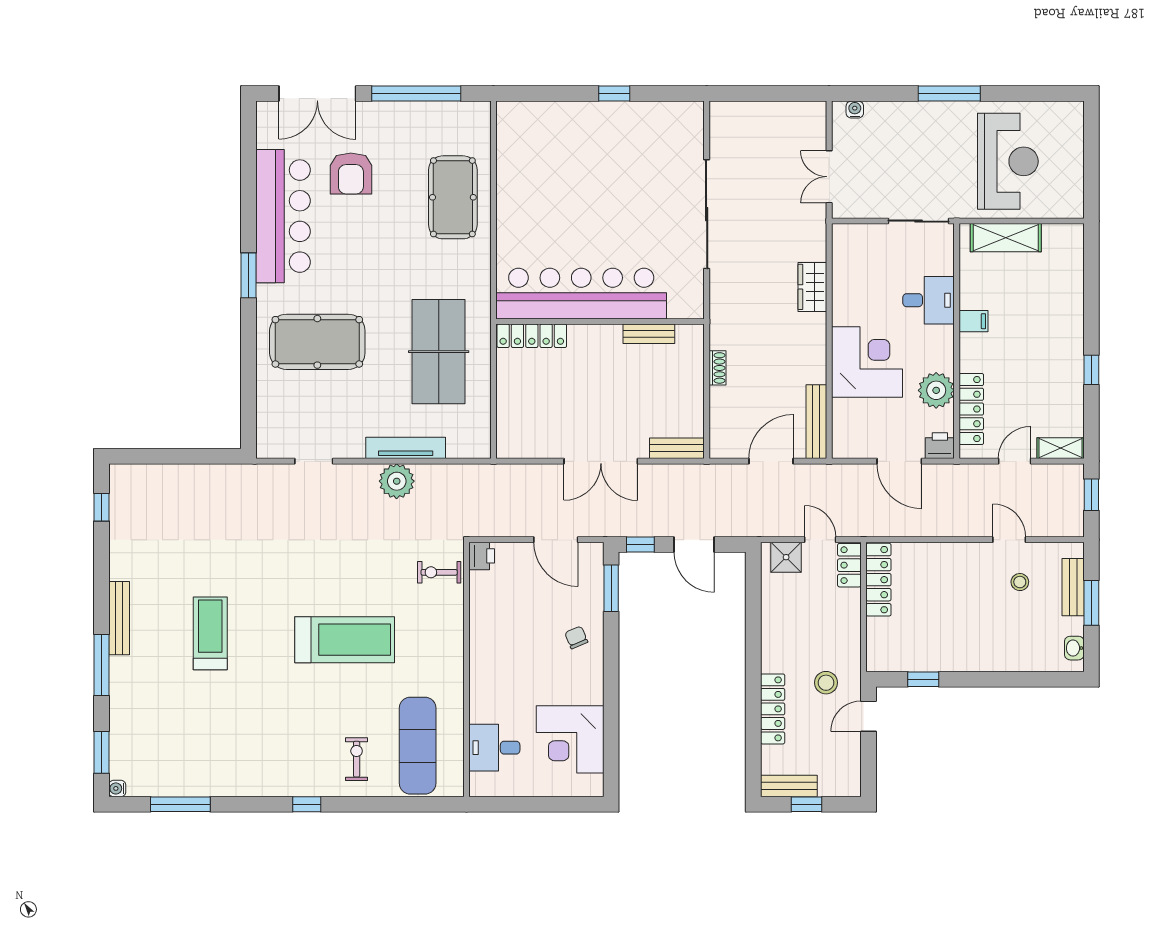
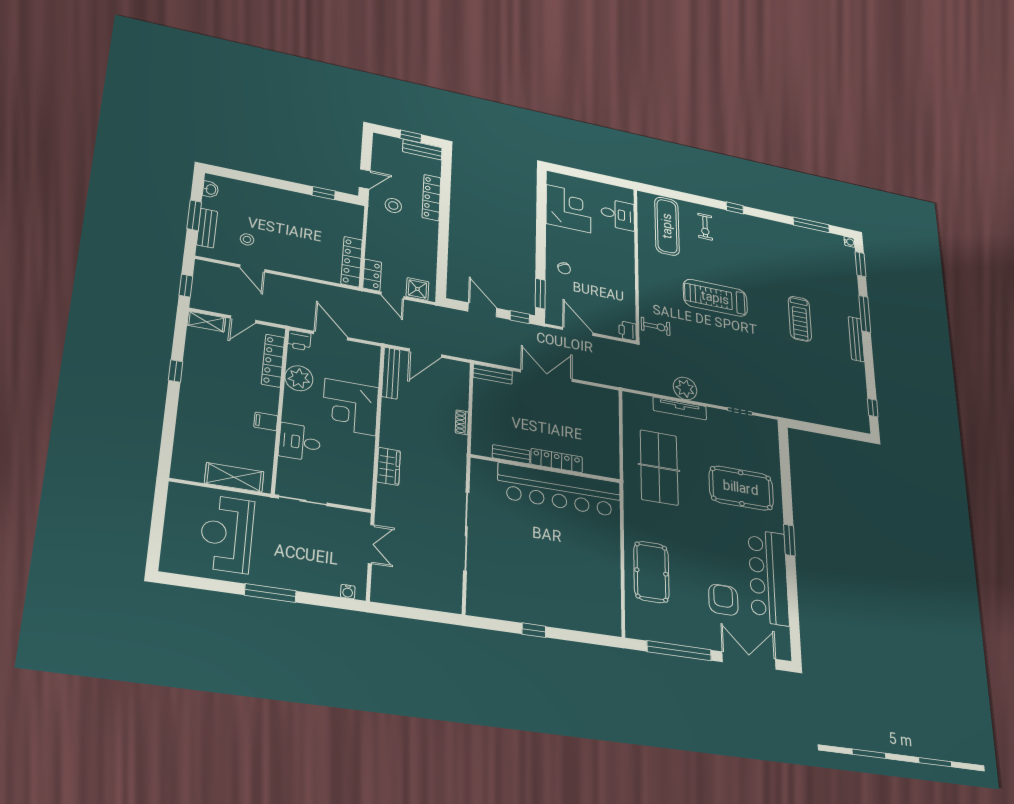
locker: (532, 336) -> (557, 461), moved

